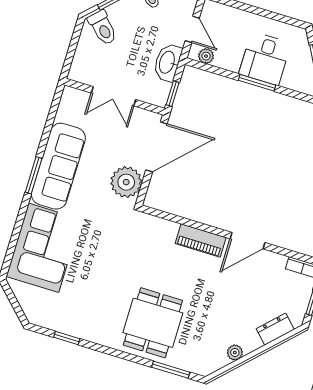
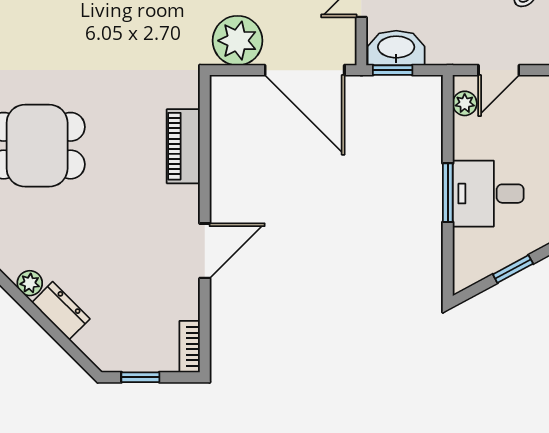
washbasin: (167, 62) -> (396, 48), moved
piano: (201, 241) -> (183, 146), moved
door: (248, 241) -> (205, 251), swing flipped
dresser: (275, 329) -> (61, 311), moved

